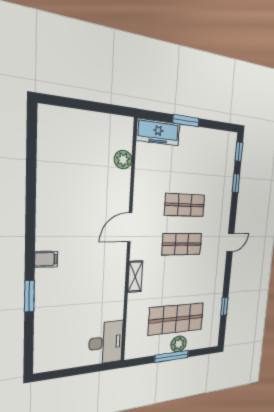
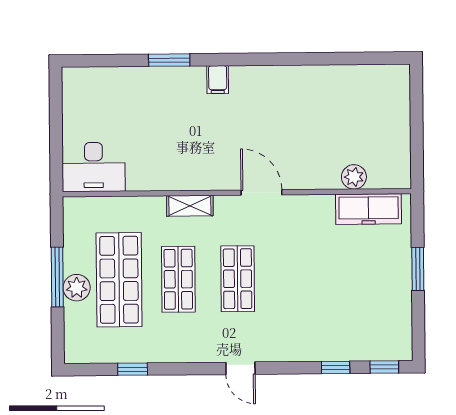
freezer: (158, 132) -> (369, 209), moved, turned -90
shop shelf: (185, 205) -> (178, 279), moved

